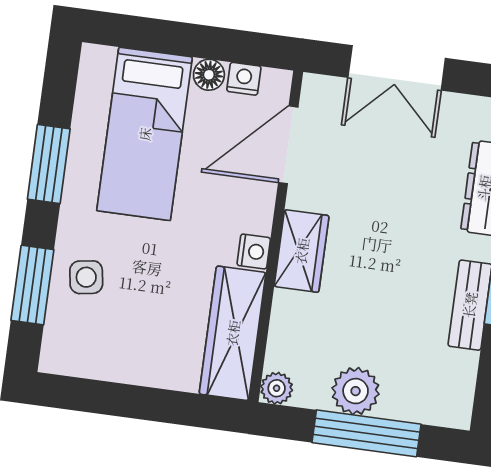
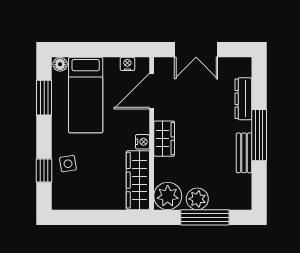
floor lamp: (209, 75) -> (60, 64), moved
window: (49, 164) -> (44, 98), moved
window: (32, 285) -> (44, 171), width x0.67
plant: (277, 388) -> (168, 196), width x1.87, depth x1.87

